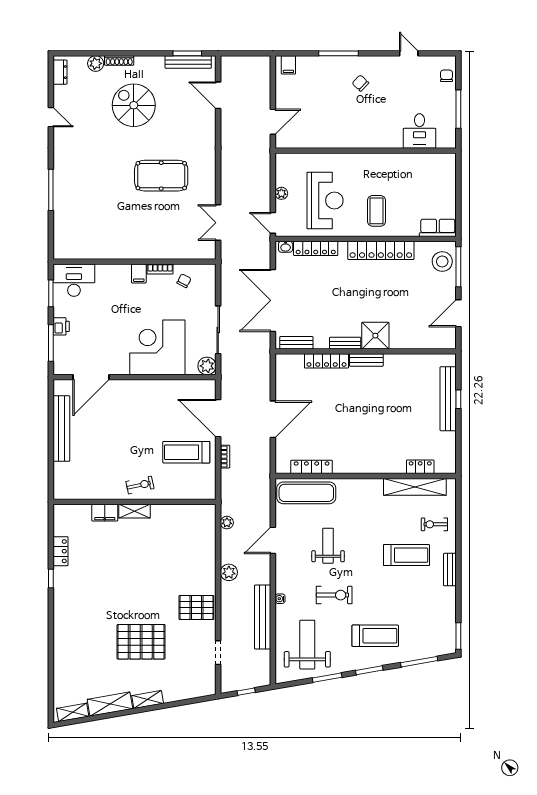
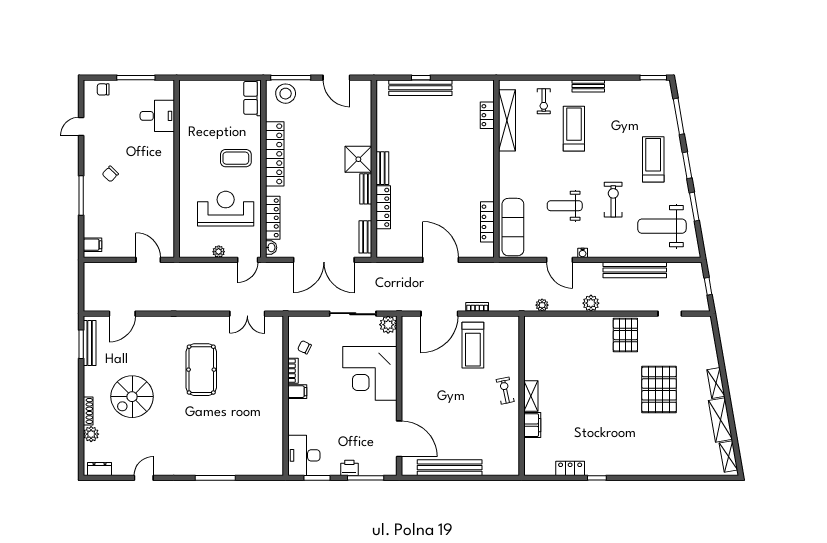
water cooler: (280, 599) -> (583, 253), moved

